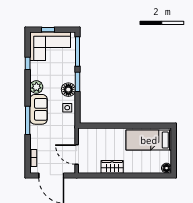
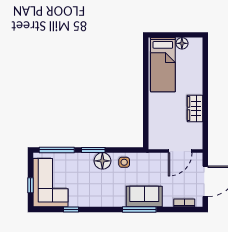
plant: (36, 87) -> (99, 199), removed
sofa: (39, 109) -> (144, 197), moved
floor lamp: (167, 168) -> (182, 43), moved

